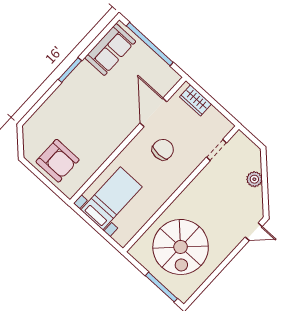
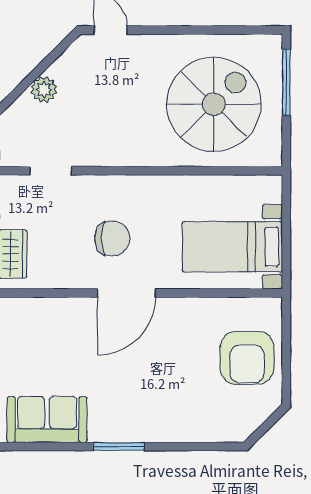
door: (153, 112) -> (127, 293), moved
chair: (163, 150) -> (112, 238), turned 180
armchair: (58, 161) -> (247, 358), turned 180

